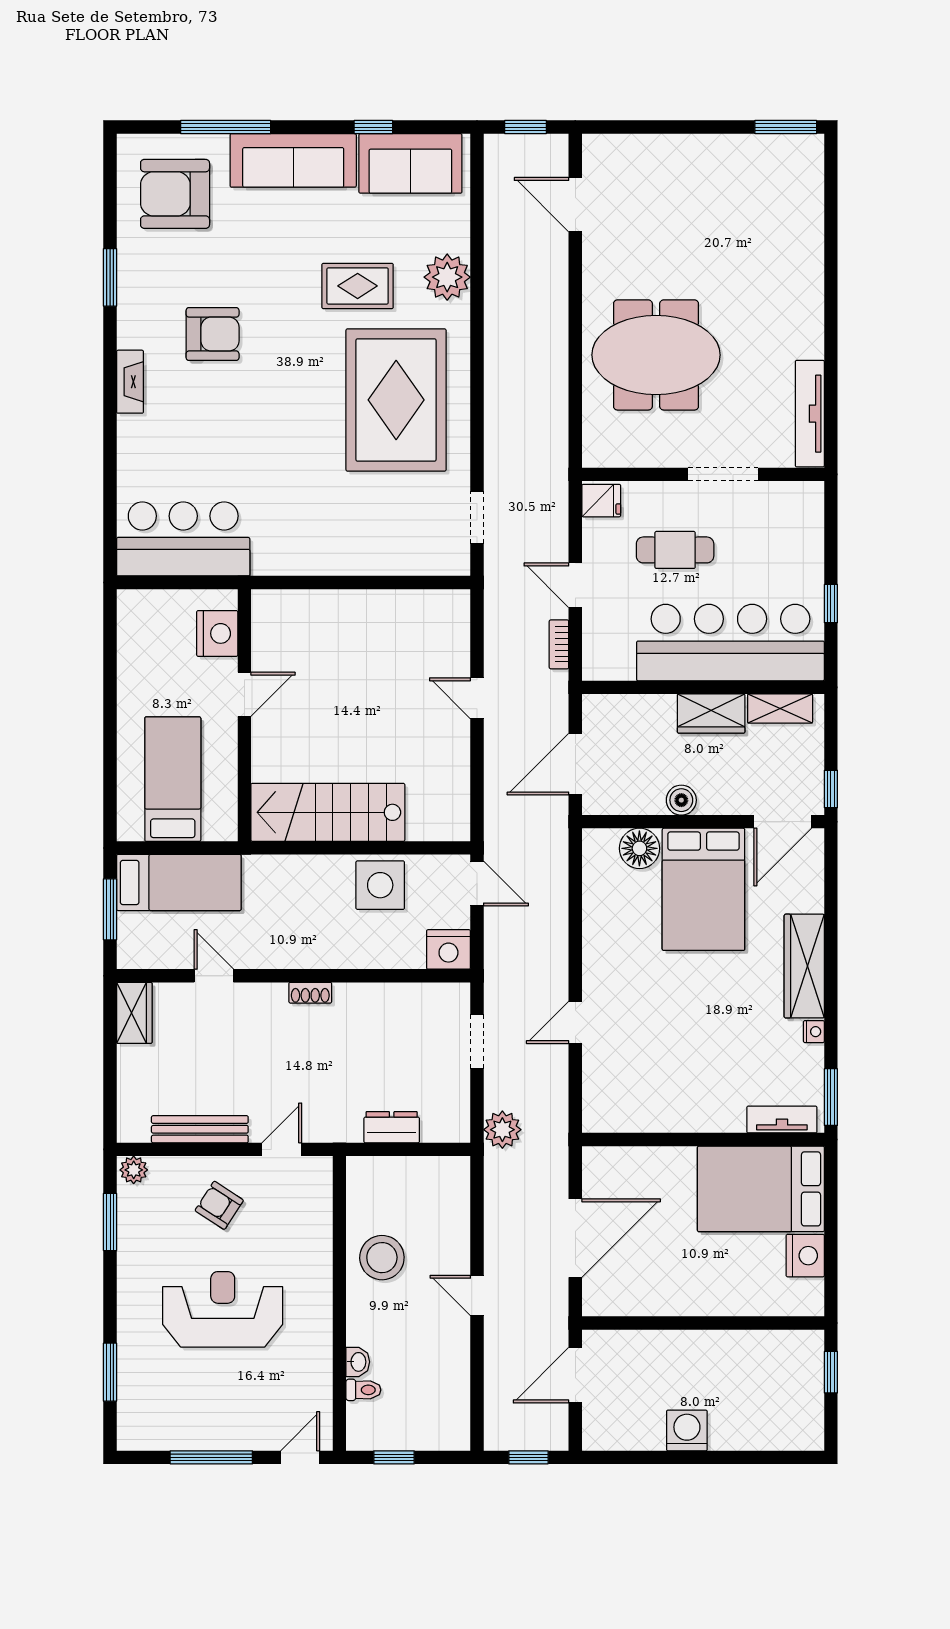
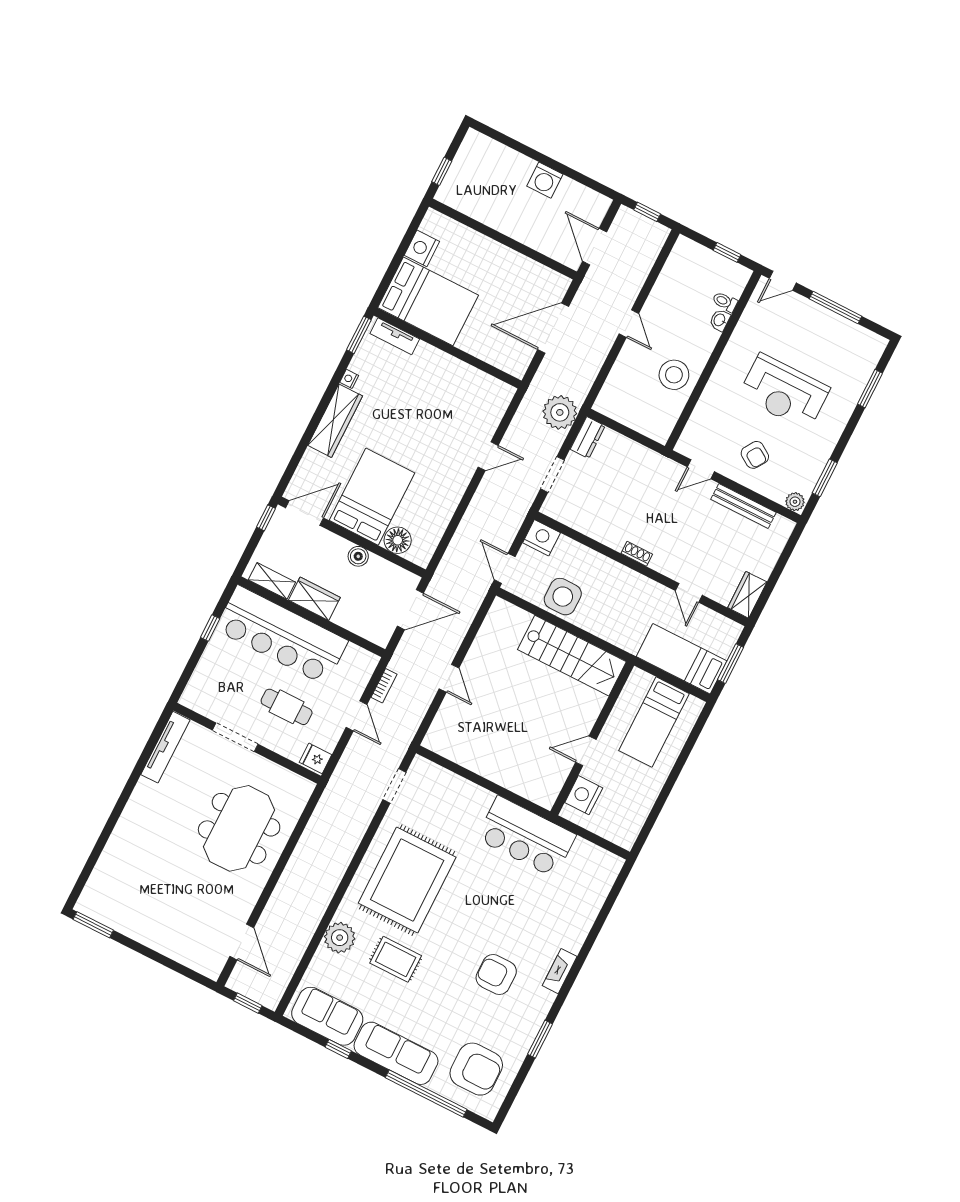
window: (226, 127) -> (426, 1094), width x1.46
meeting table: (656, 355) -> (239, 828), turned 90
bar counter: (183, 539) -> (526, 837), moved
dresser: (392, 1127) -> (588, 438), moved, turned -90
plant: (502, 1130) -> (560, 412), width x1.36, depth x1.36
door: (575, 1375) -> (595, 247), swing flipped

